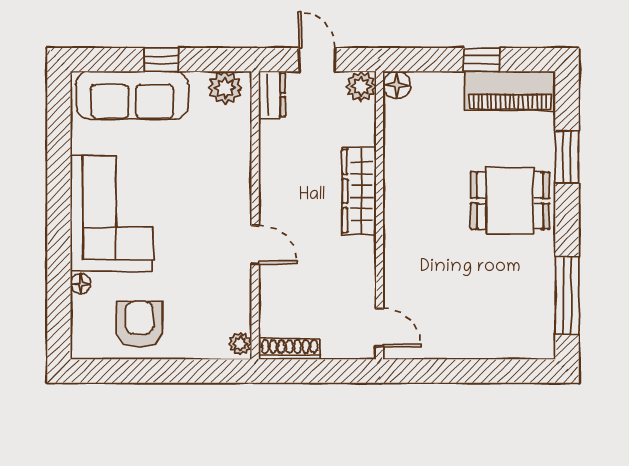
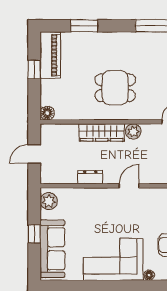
plant: (361, 86) -> (133, 131), moved
dresser: (272, 95) -> (90, 177), moved
dining table: (510, 201) -> (115, 88), moved, turned 90

